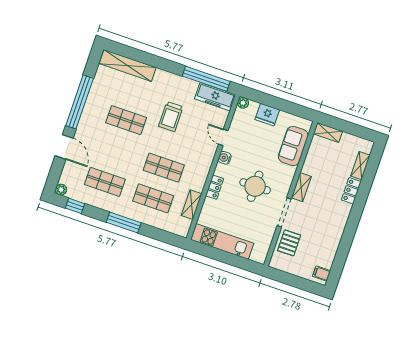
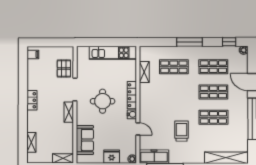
shop shelf: (164, 168) -> (213, 92), moved
locker: (215, 187) -> (132, 95), width x1.53
locker: (351, 191) -> (32, 100), moved

